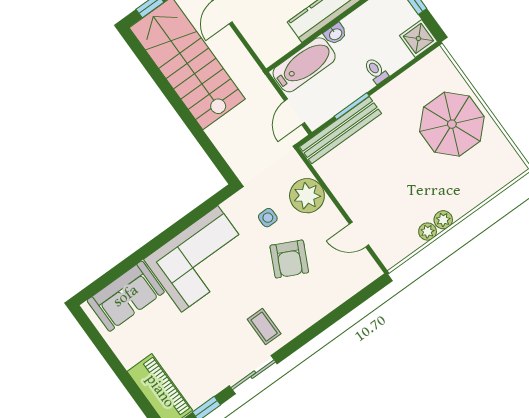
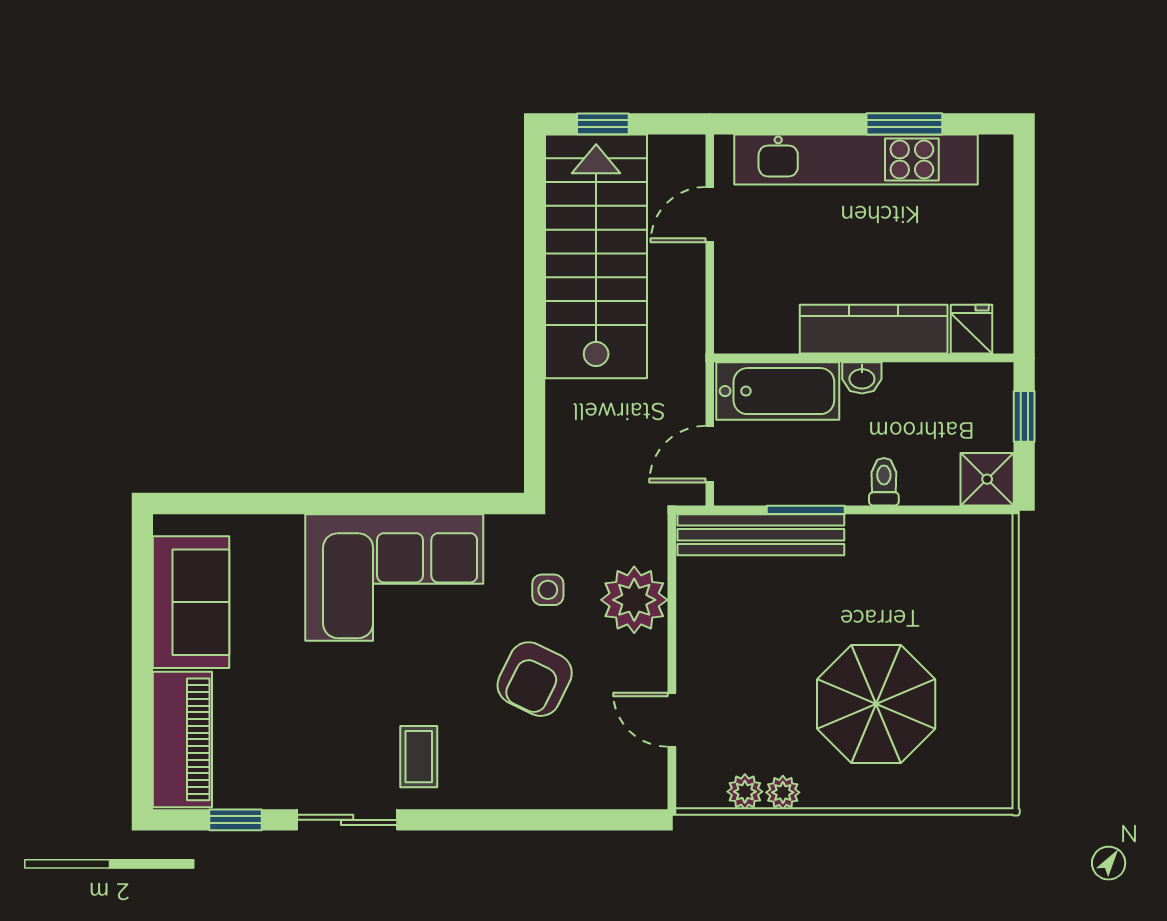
parasol: (452, 124) -> (876, 704), moved
plant: (443, 220) -> (745, 792), moved
sofa: (126, 296) -> (191, 602), moved, turned -90

